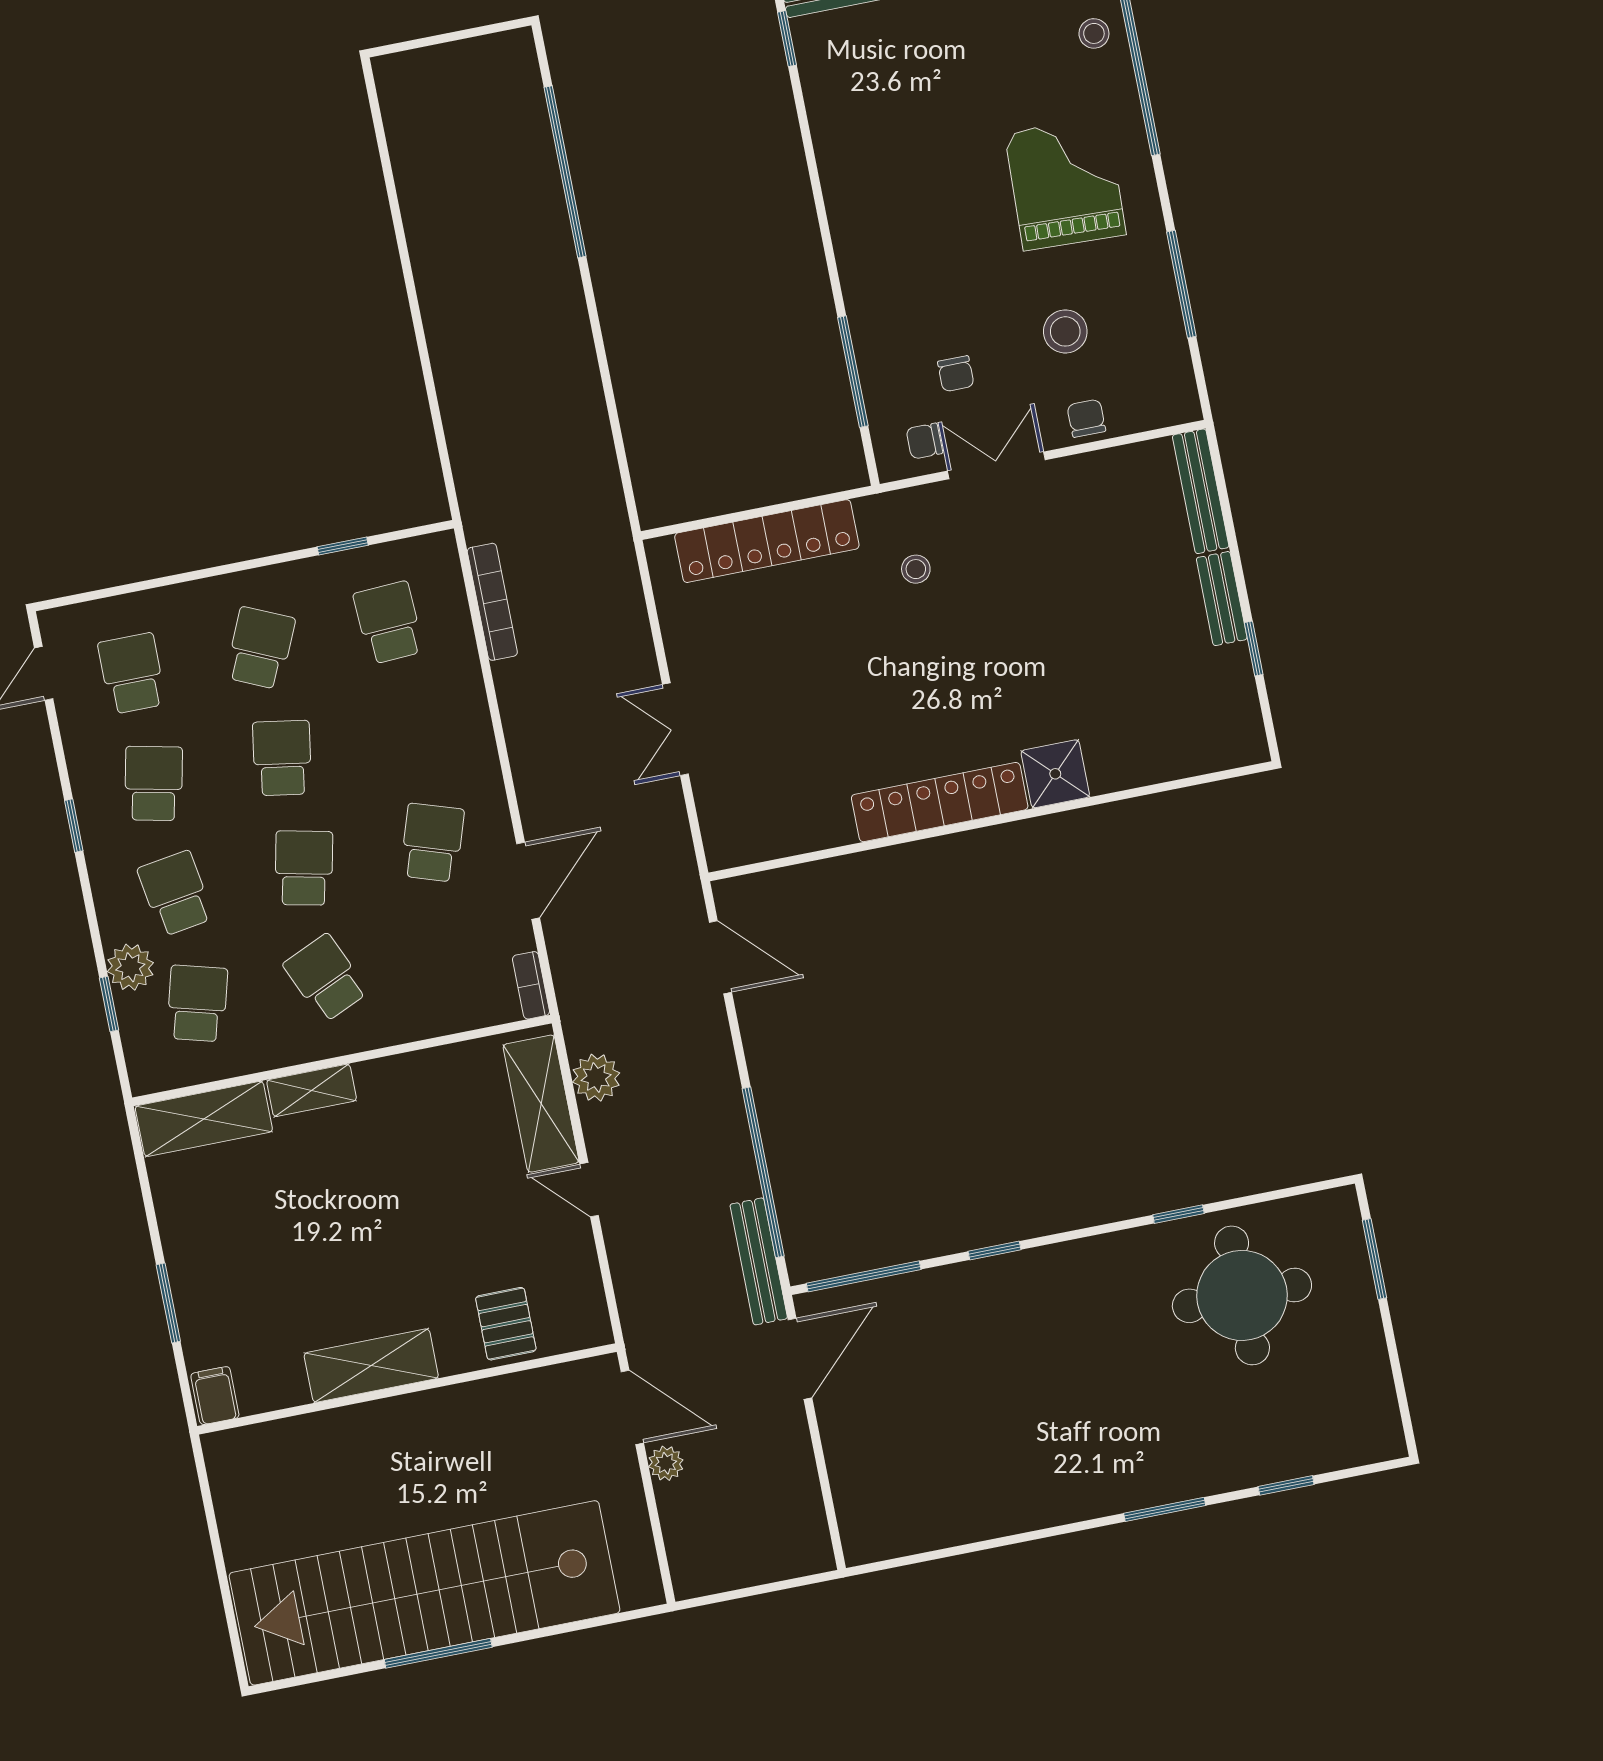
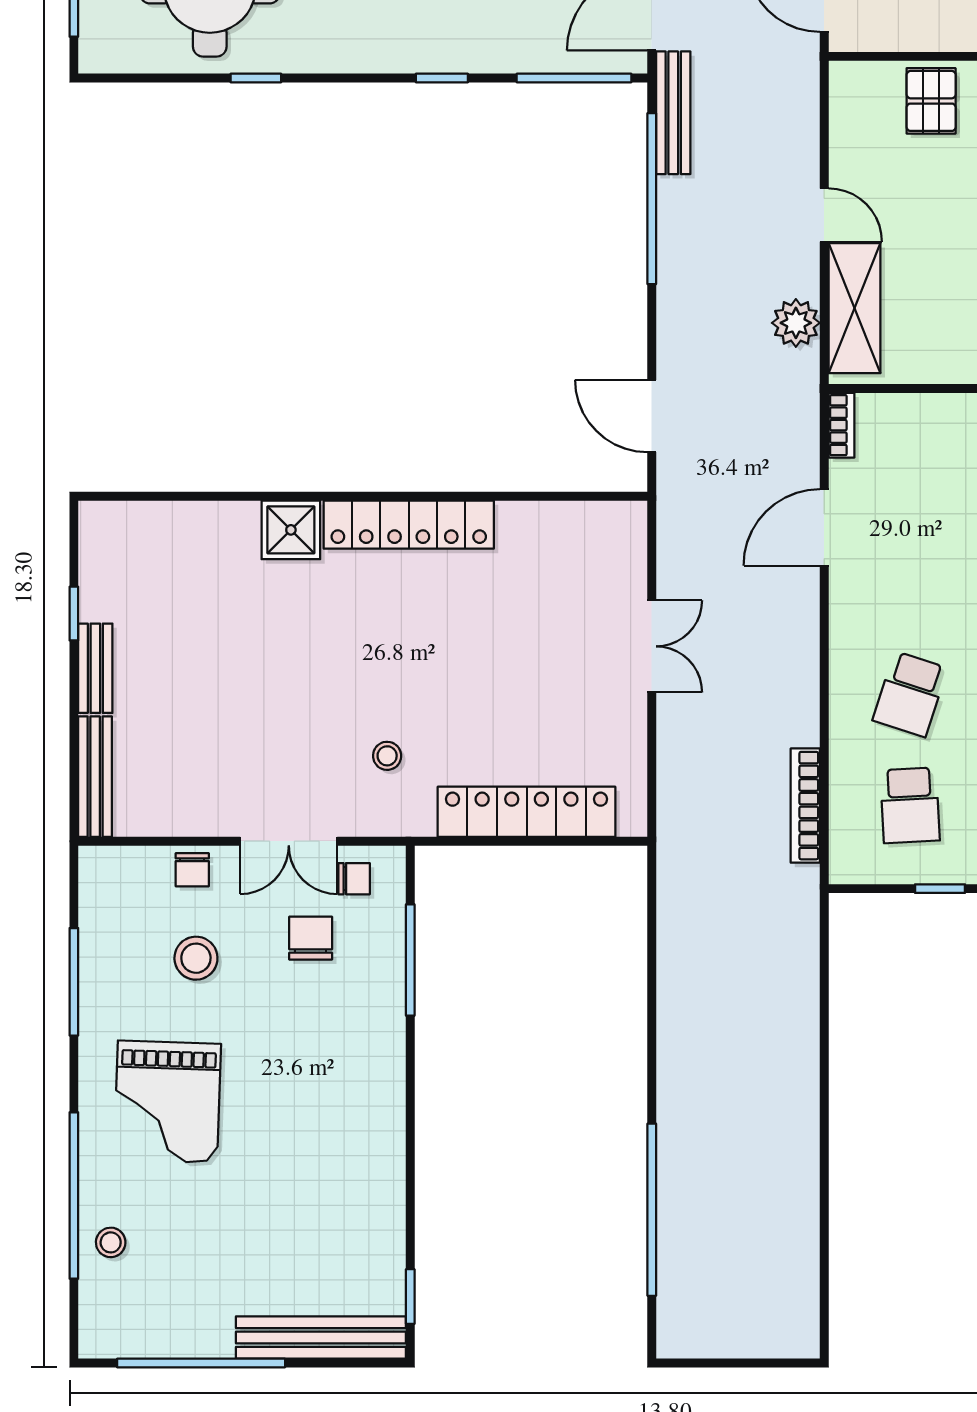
chair: (956, 374) -> (311, 938), width x1.37, depth x1.37
school desk: (432, 843) -> (910, 694), moved

